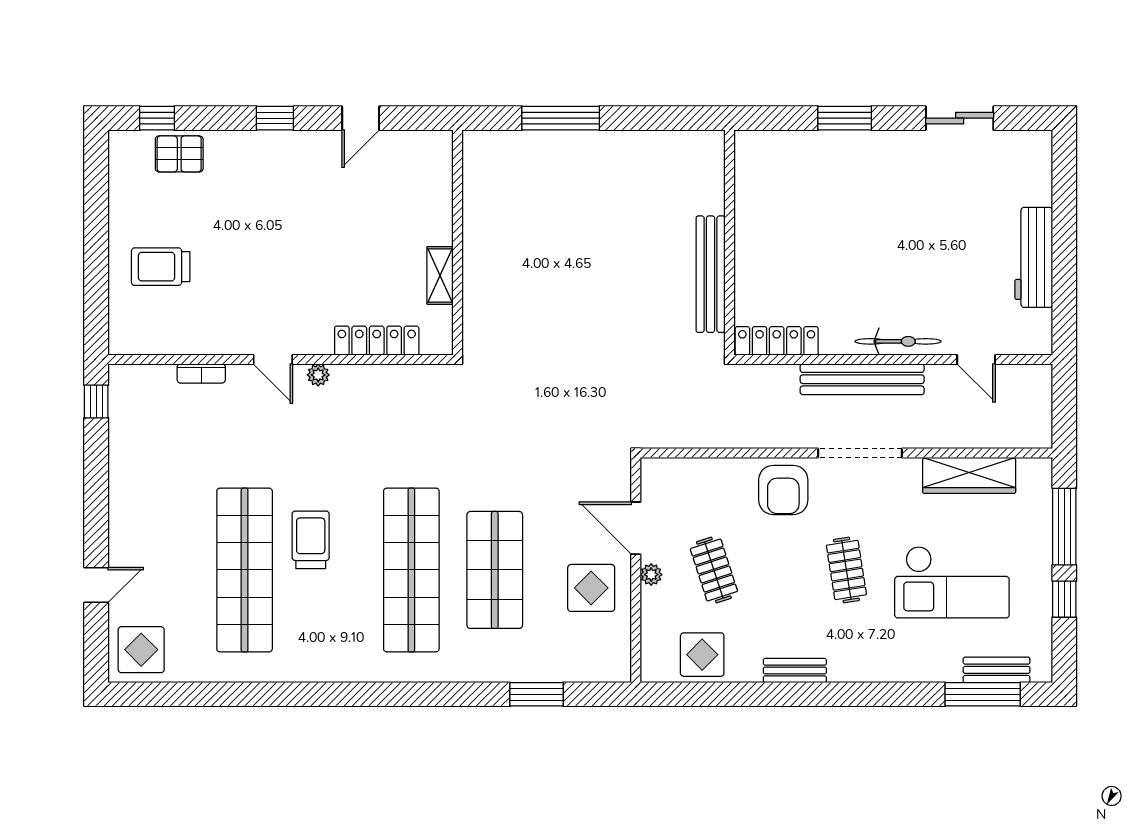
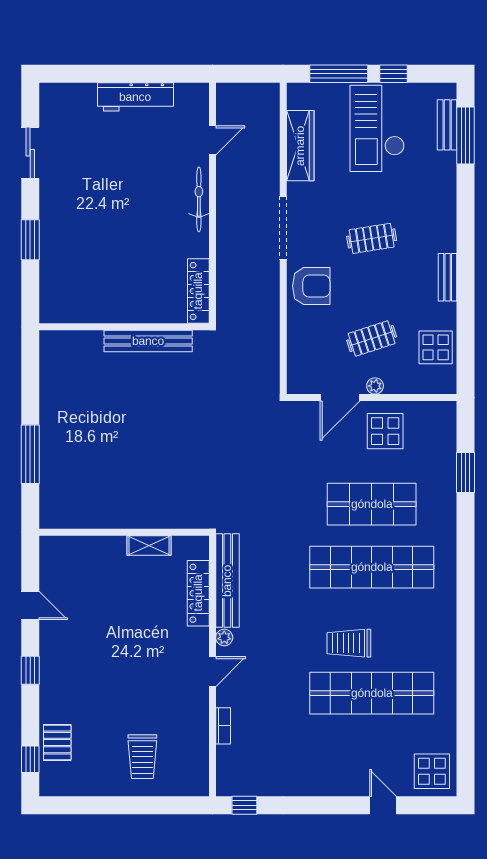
bench: (862, 379) -> (227, 581), moved
checkout: (952, 582) -> (377, 128), moved, turned 180

